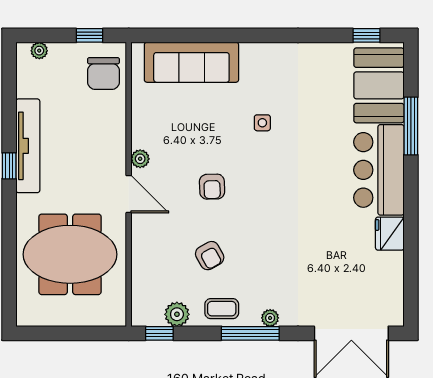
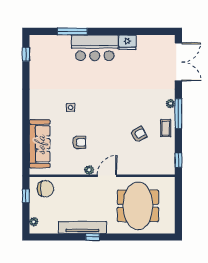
booth: (379, 85) -> (51, 48), removed
armchair: (212, 187) -> (79, 142), moved
plant: (177, 314) -> (169, 151), removed

